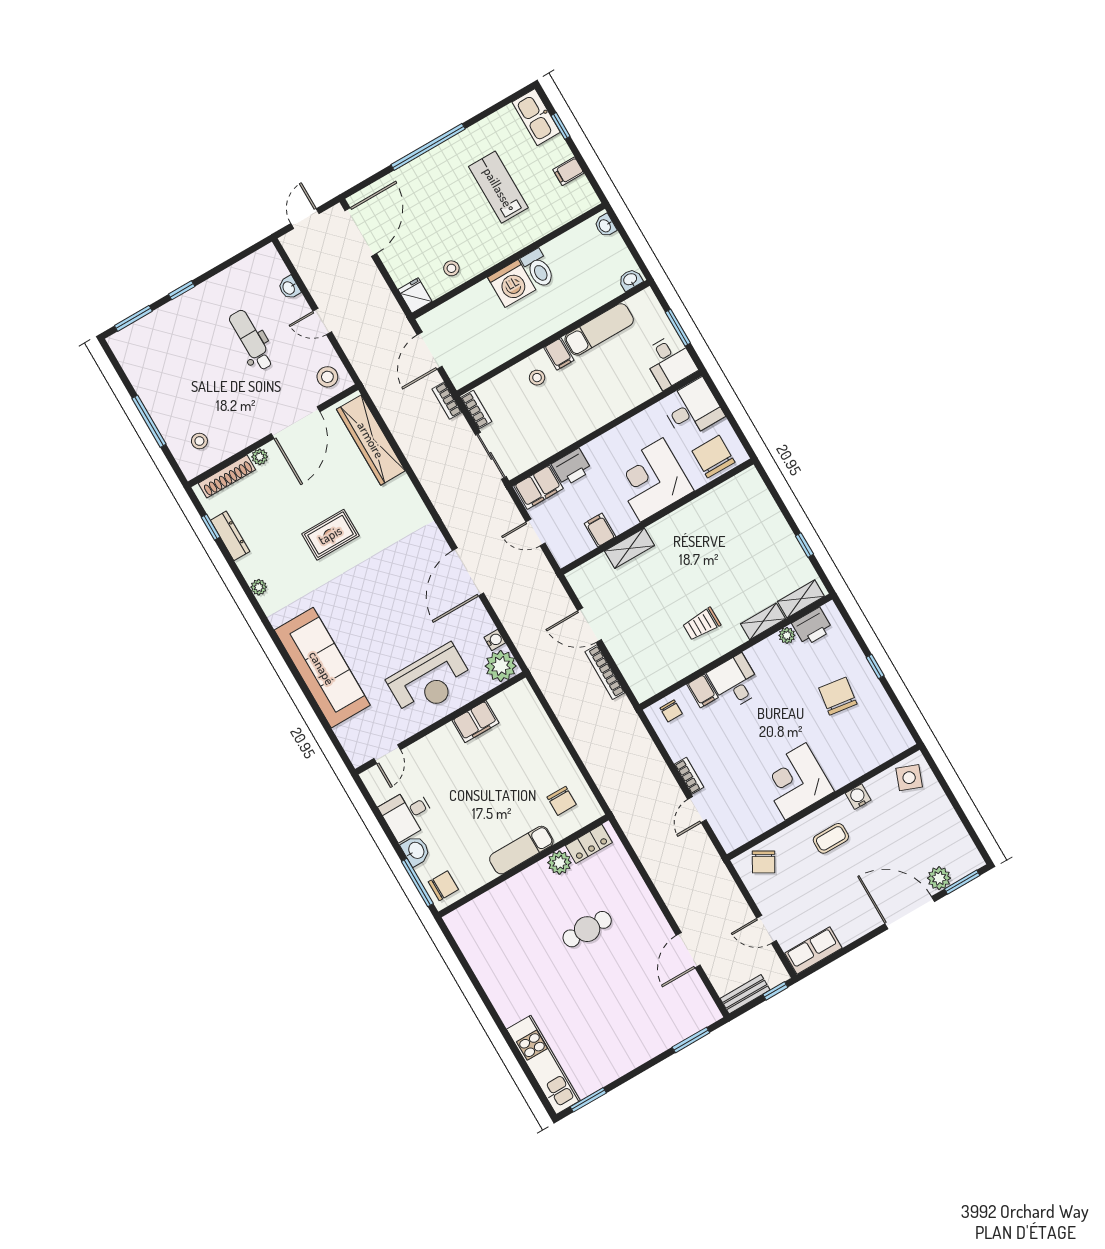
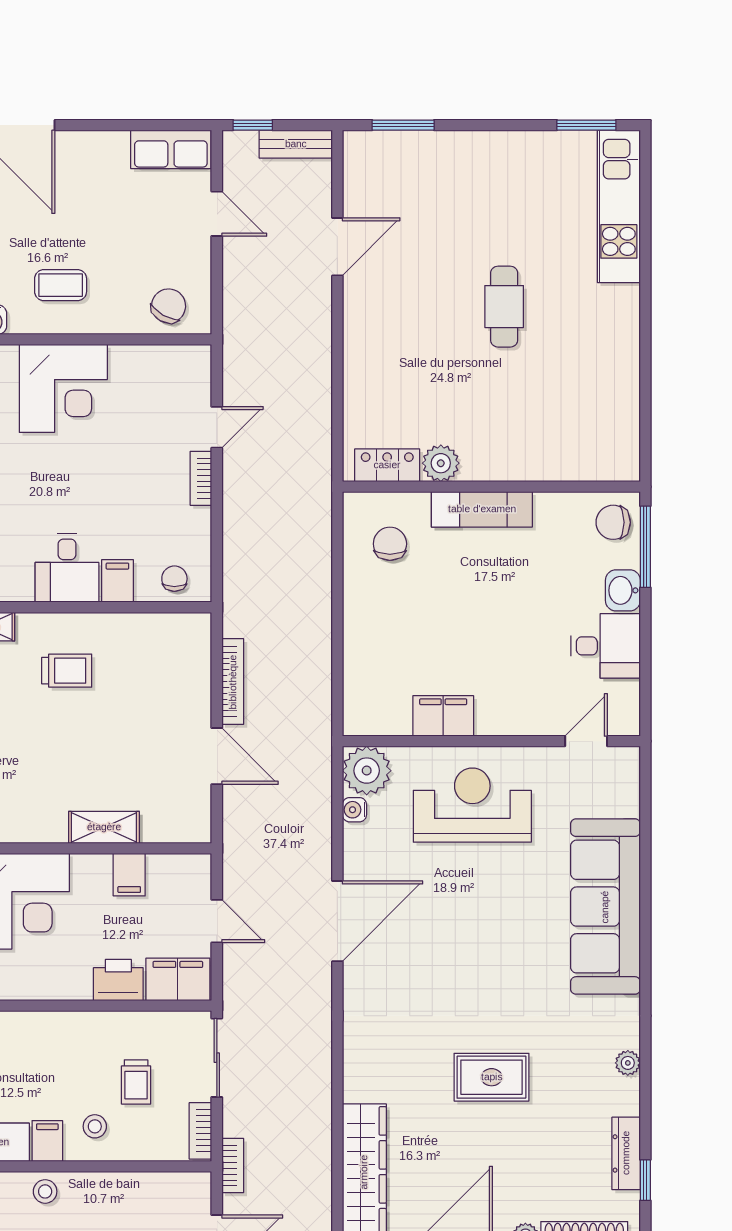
stool: (544, 325) -> (45, 1191), added
trolley: (528, 416) -> (136, 1082), added
cafe table: (587, 929) -> (504, 307), moved, turned 90

